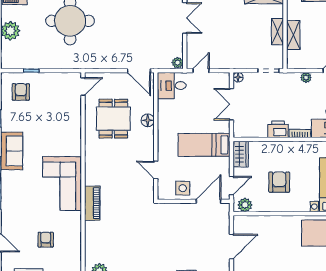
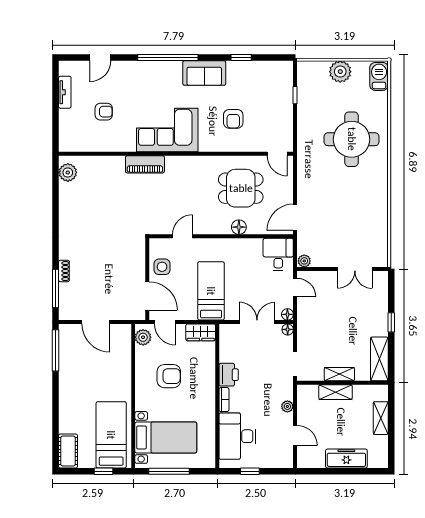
floor lamp: (225, 77) -> (287, 314), added
armchair: (21, 92) -> (233, 119), moved, turned 90

